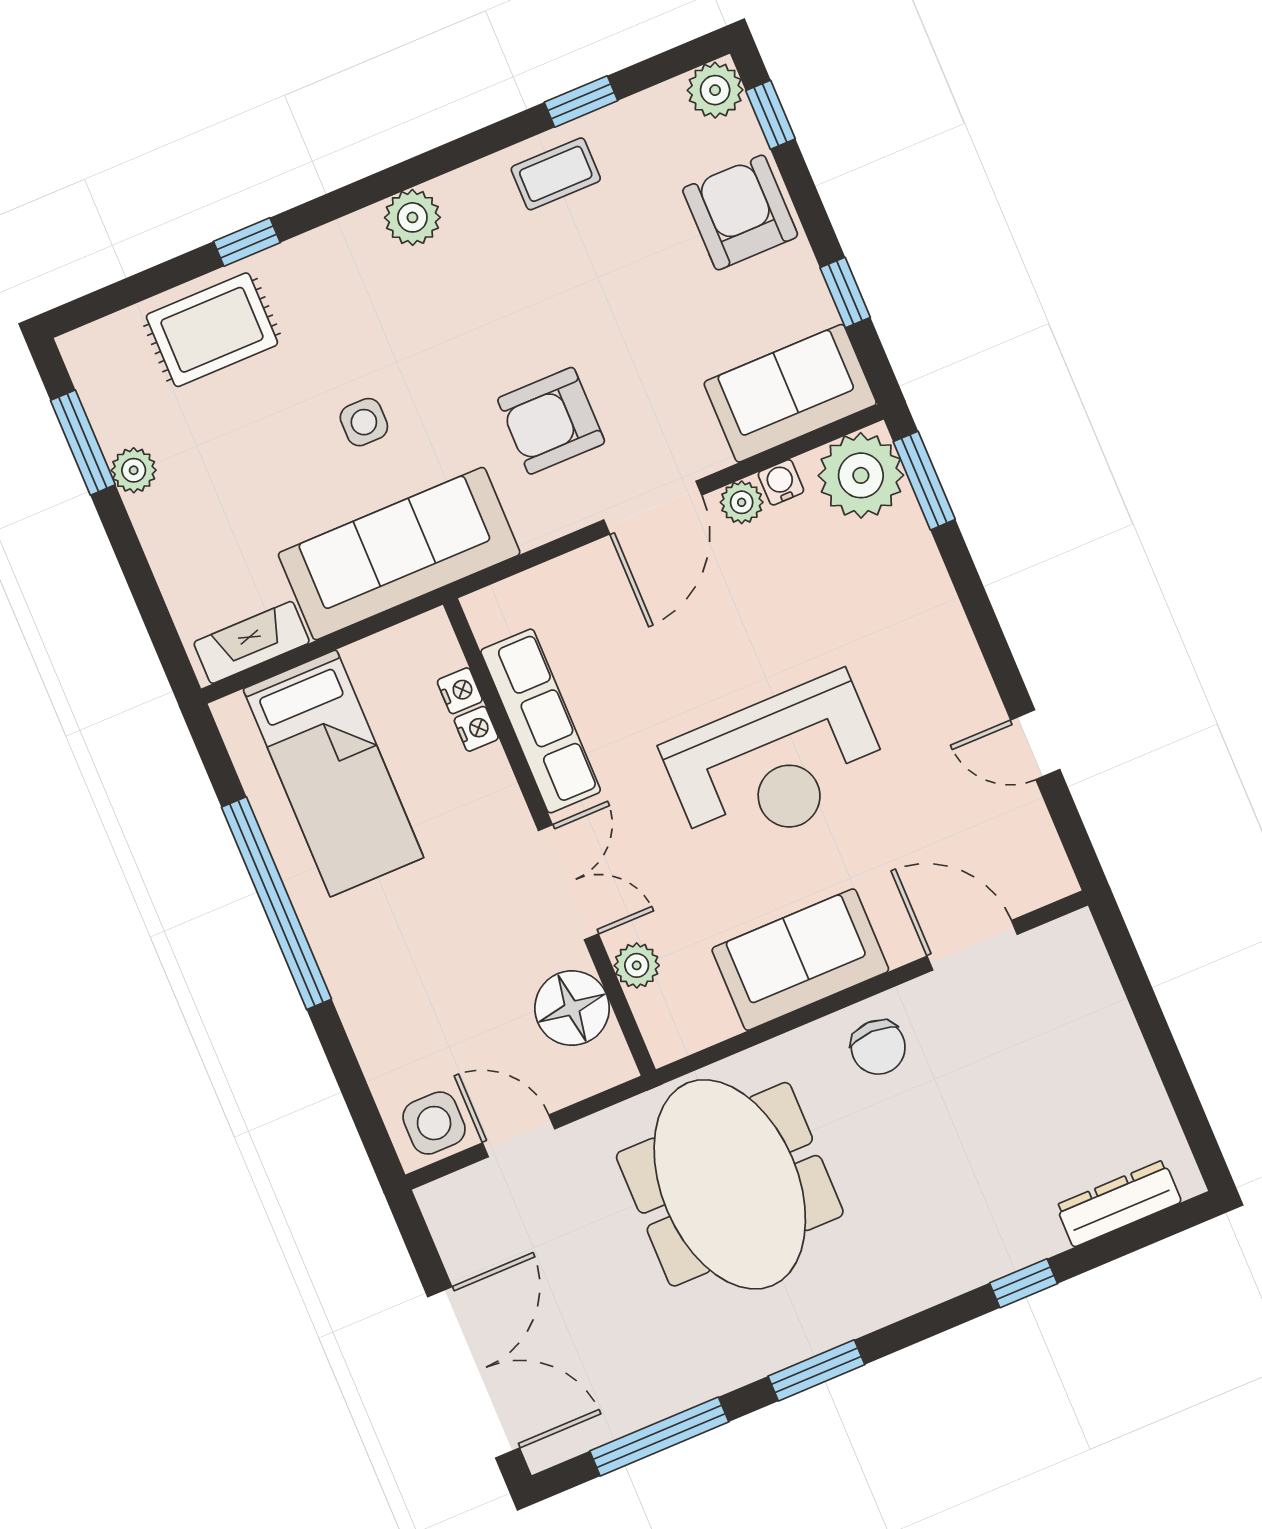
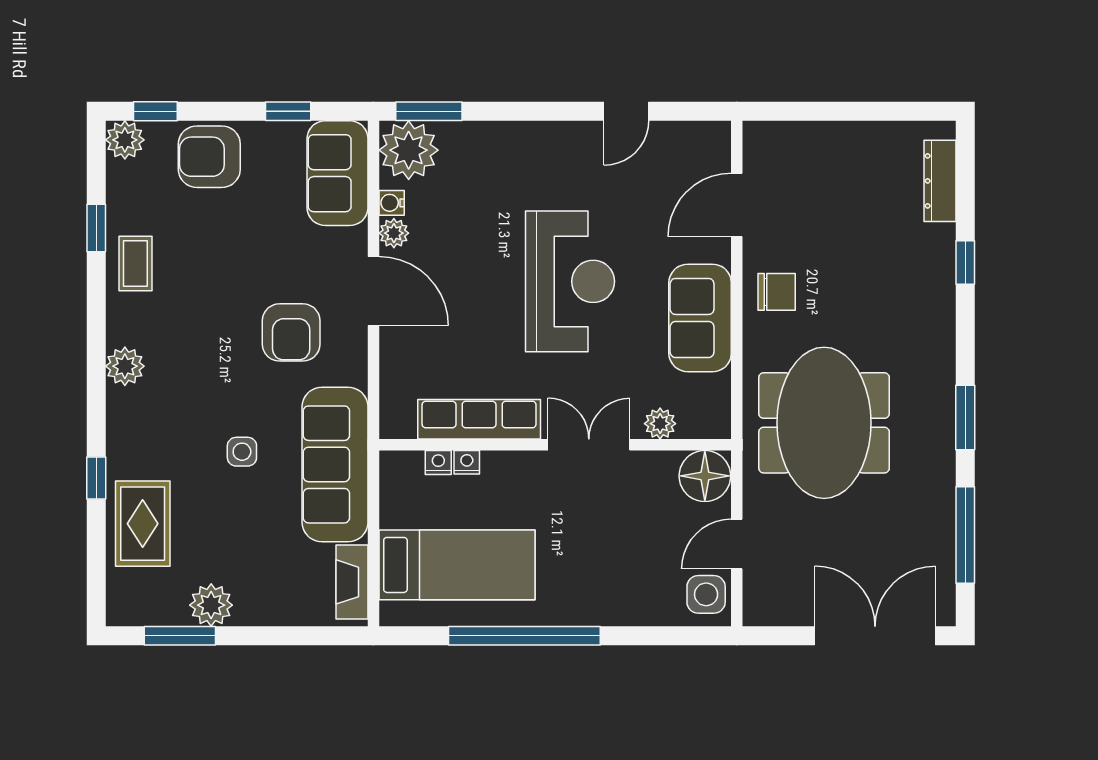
plant: (134, 470) -> (211, 605), width x1.38, depth x1.38
floor lamp: (572, 1008) -> (705, 476), moved
meeting table: (730, 1184) -> (824, 423), turned 90

